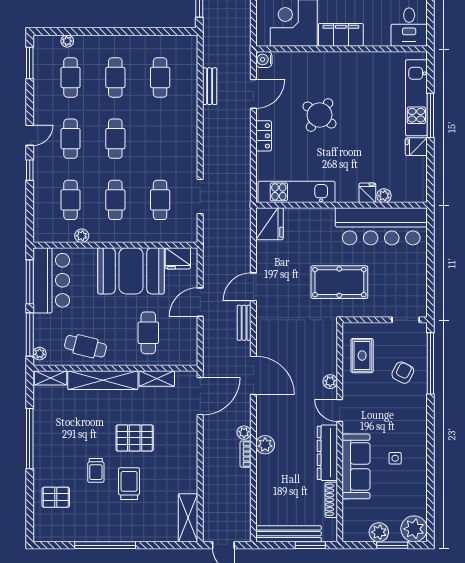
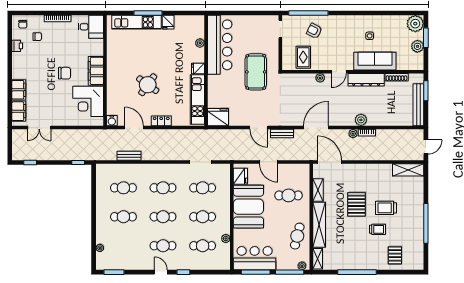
cafe table: (71, 77) -> (163, 188), moved
fridge: (367, 193) -> (198, 69), moved
rug: (362, 356) -> (303, 57), turned 90

